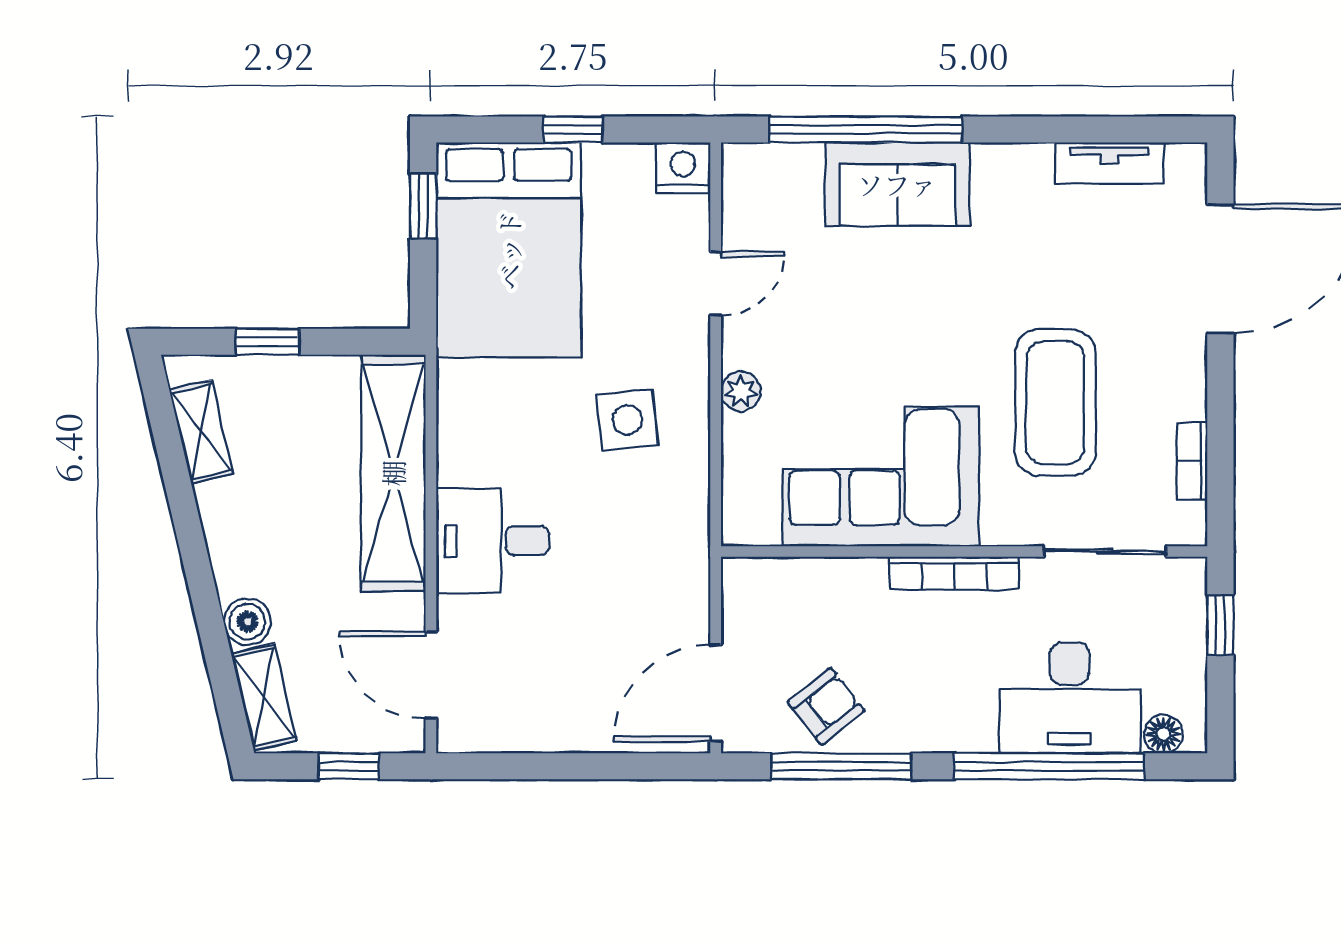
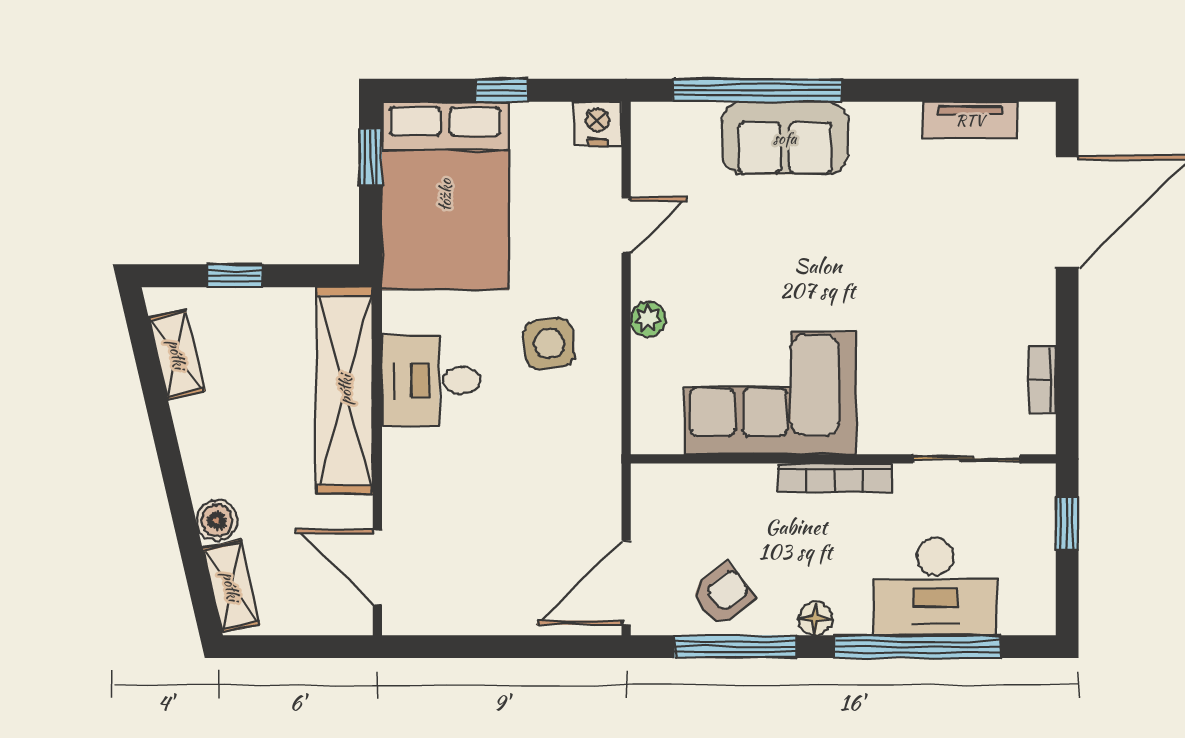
coffee table: (1055, 403) -> (923, 329), removed
desk: (492, 541) -> (431, 381), moved
floor lamp: (1163, 734) -> (815, 619), moved
window: (349, 766) -> (306, 647), removed

